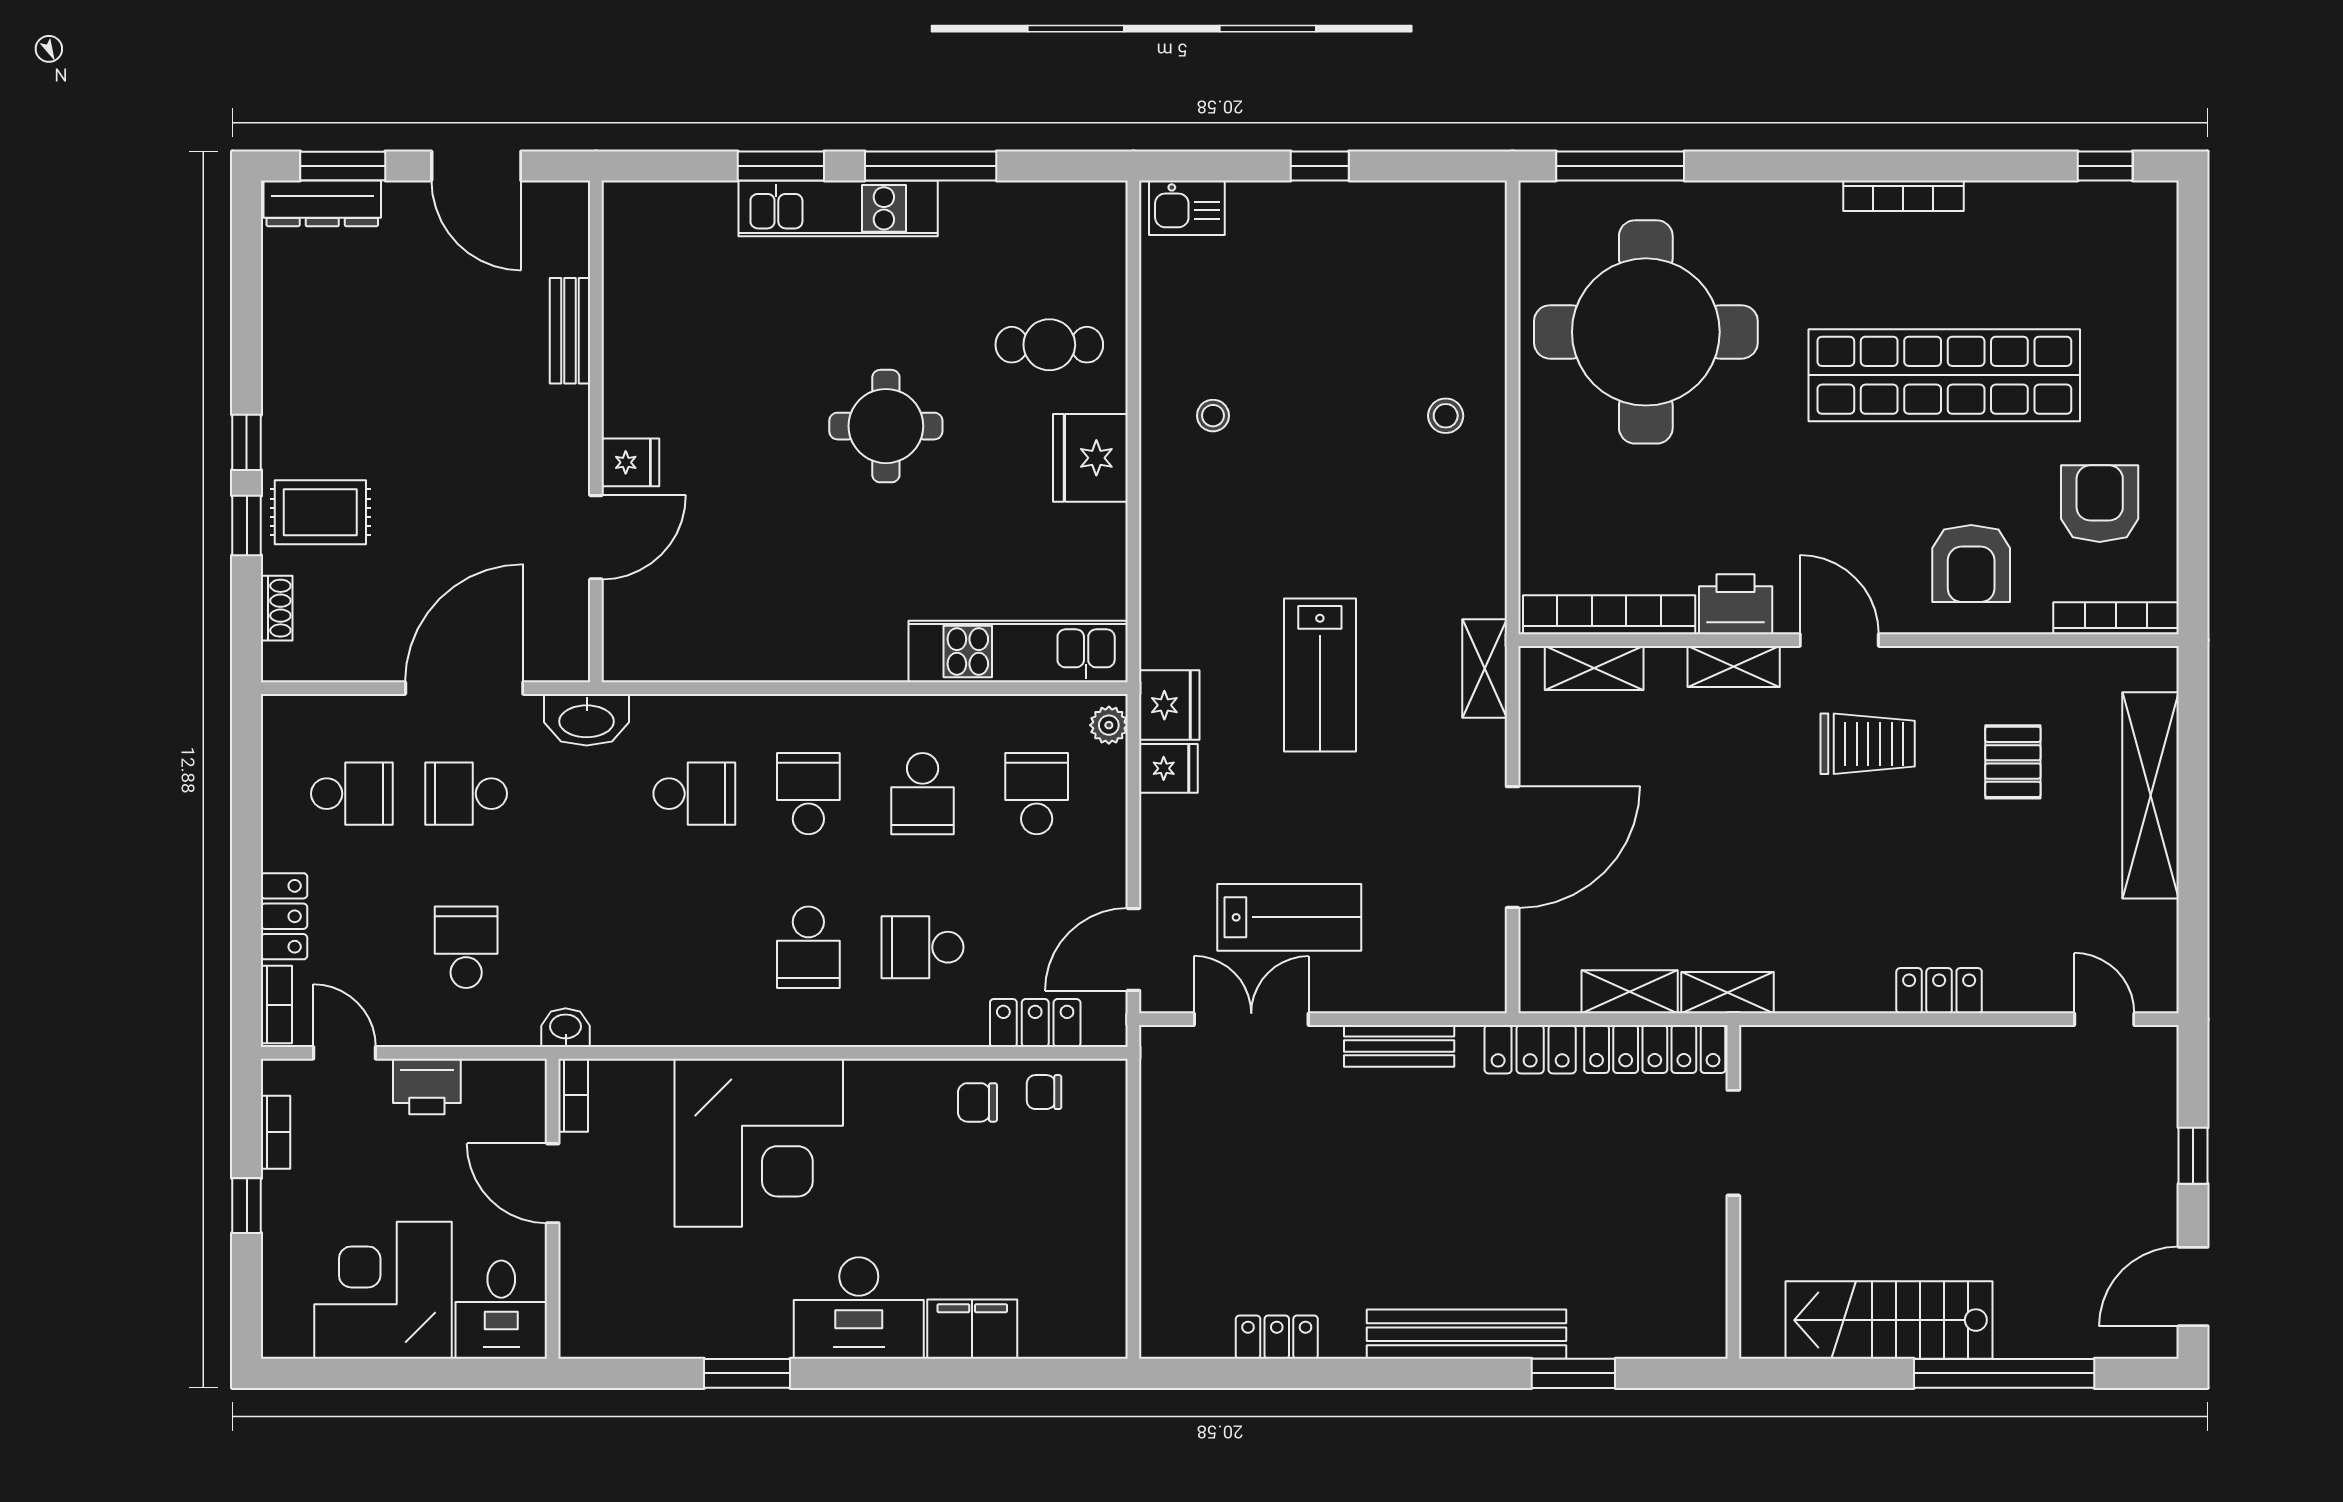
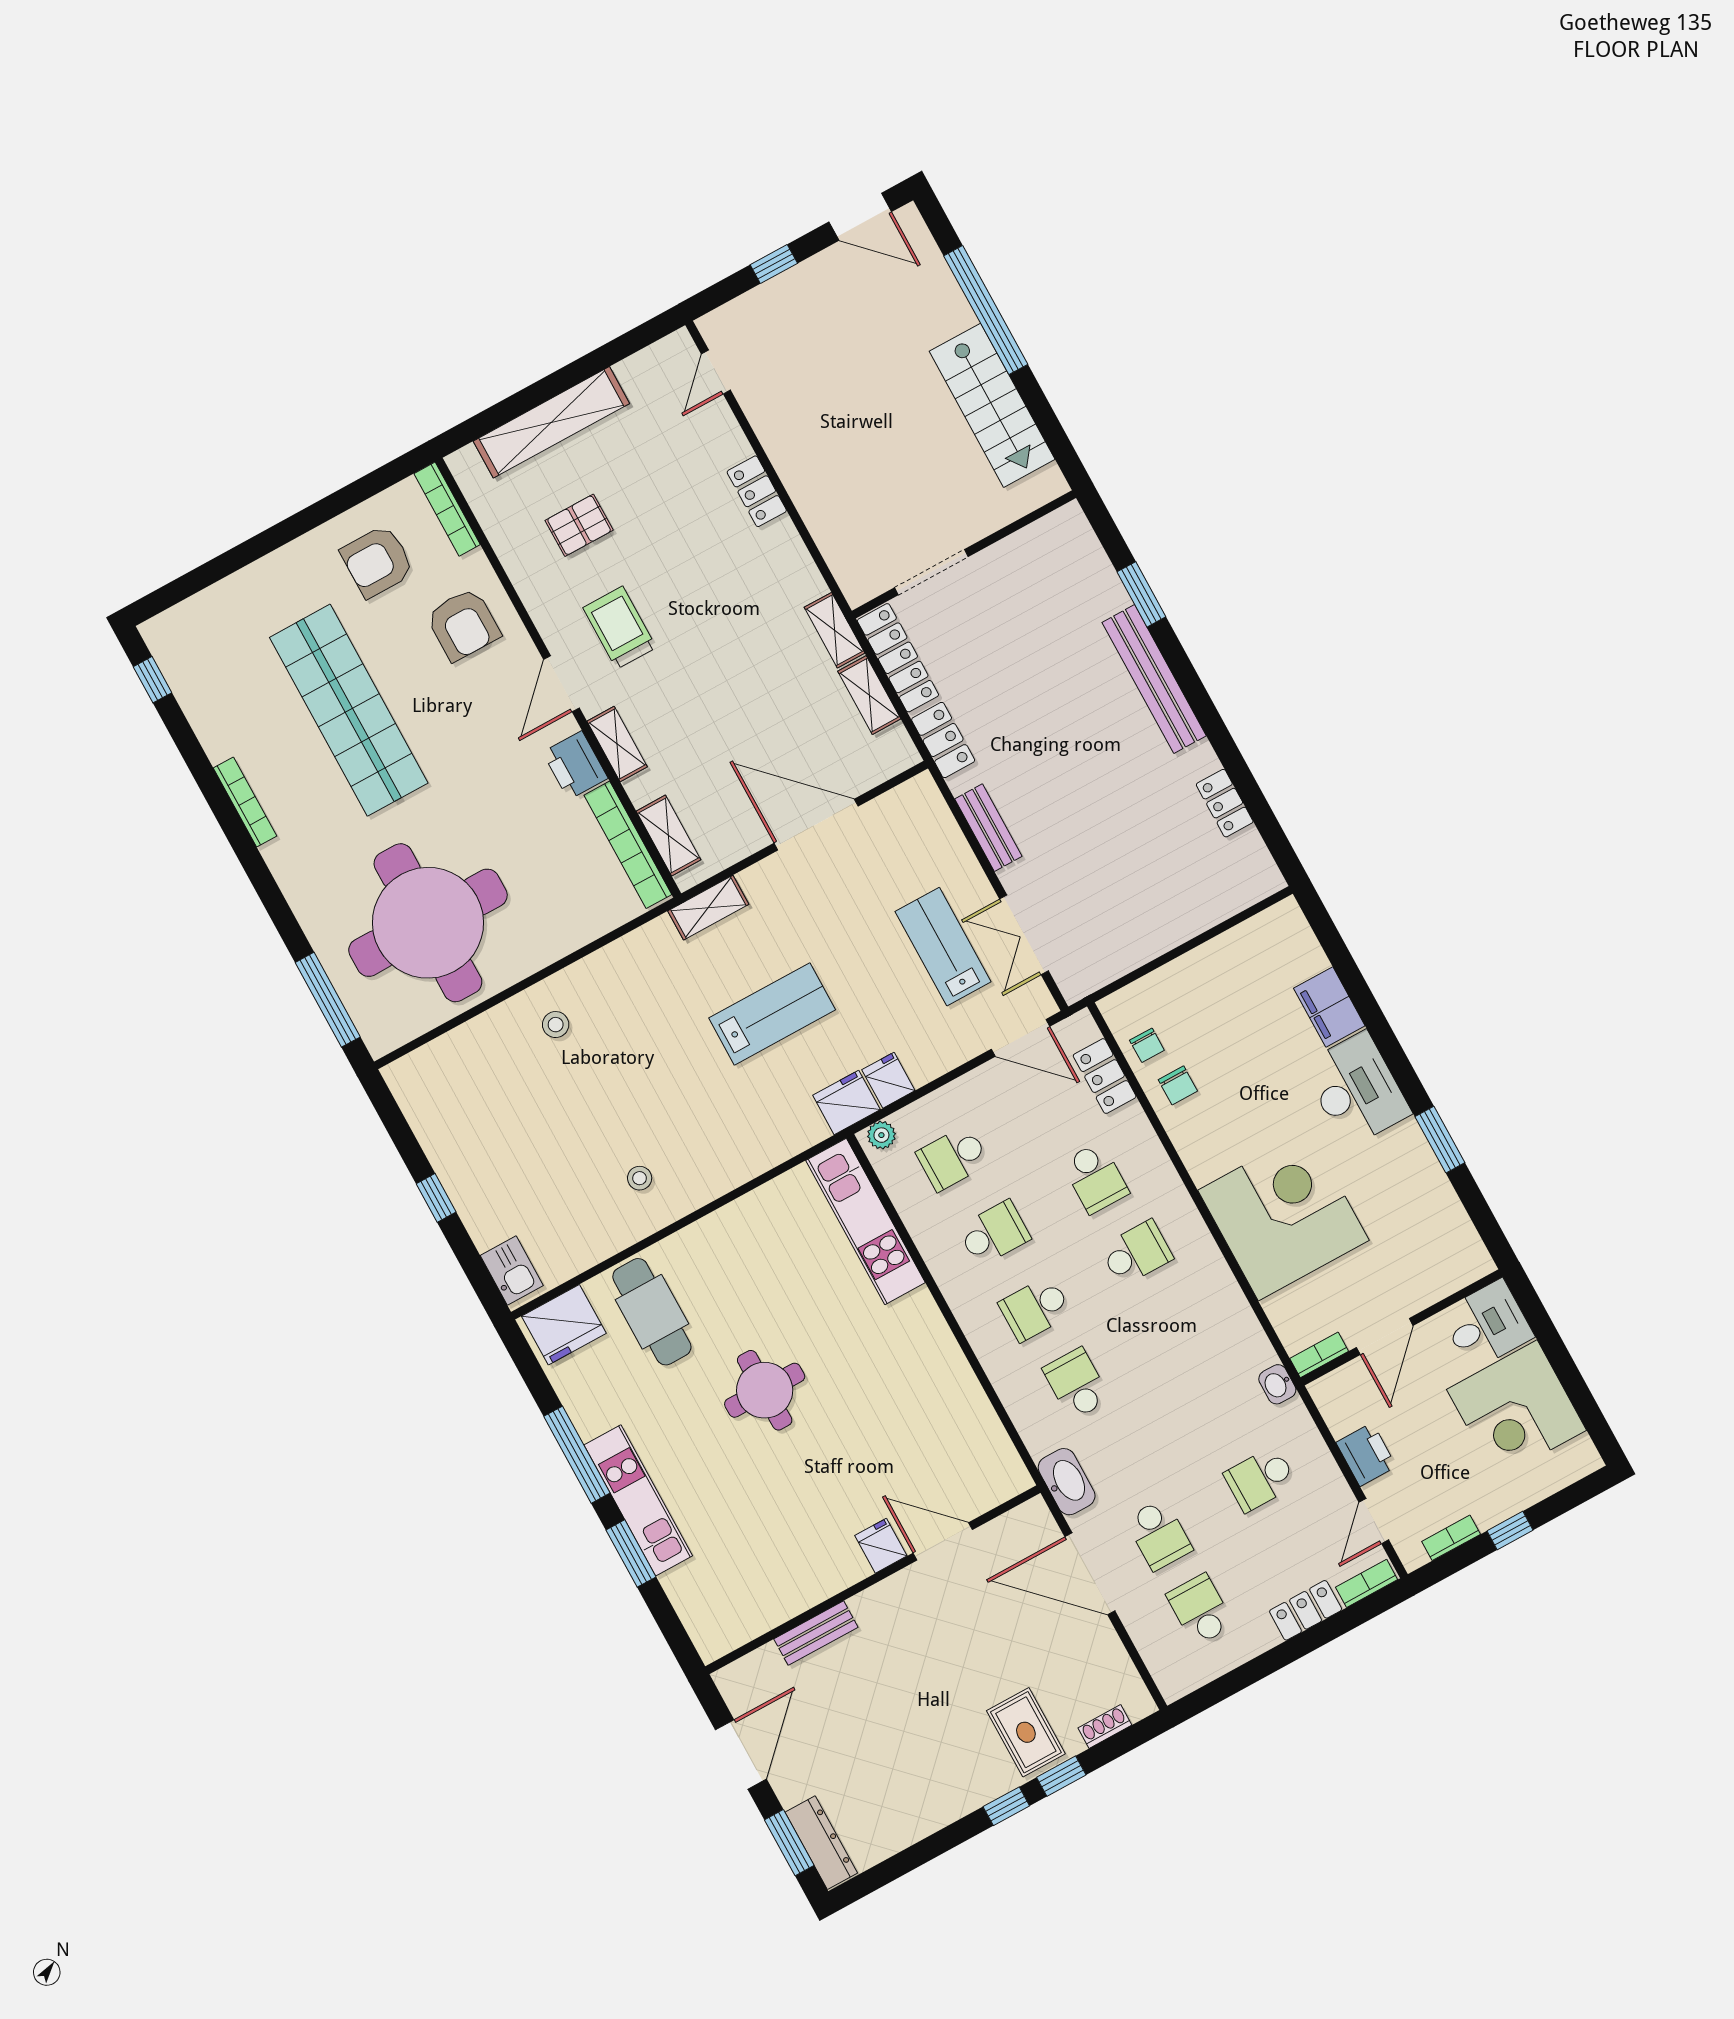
cafe table: (1049, 345) -> (652, 1312), width x1.37, depth x1.35
fridge: (1090, 458) -> (564, 1325), moved
armchair: (1971, 563) -> (463, 624), turned 90

